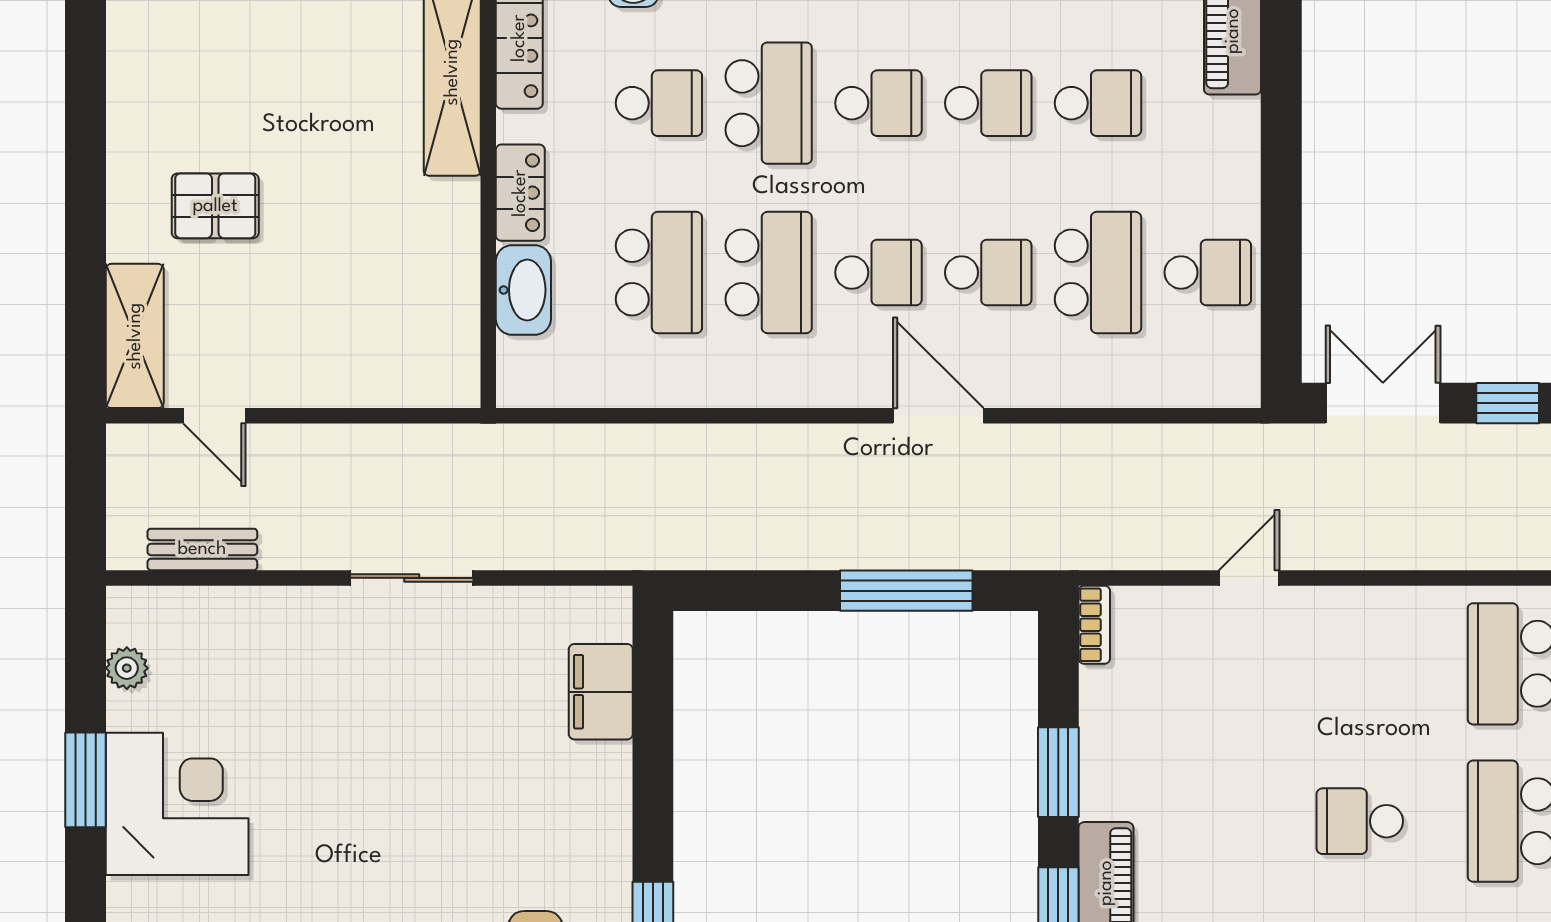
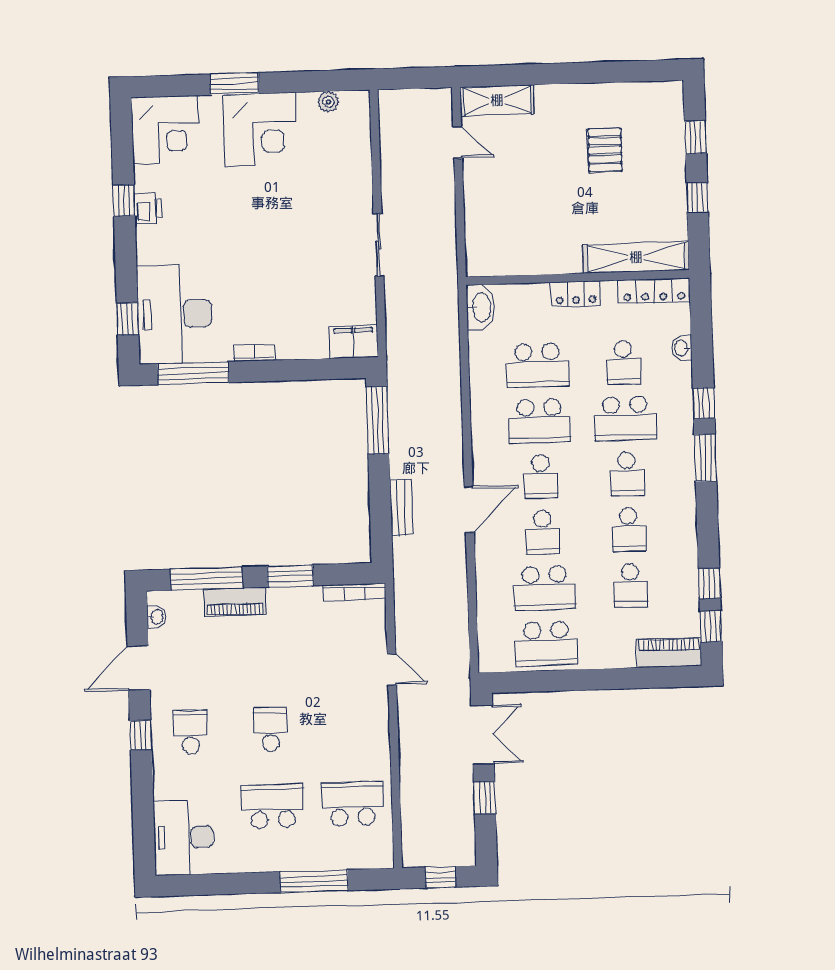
pallet: (215, 206) -> (605, 150), moved
school desk: (1208, 272) -> (546, 644), width x1.85
washbasin: (523, 290) -> (481, 307), moved, turned -90
door: (214, 416) -> (458, 142), swing flipped
bench: (202, 549) -> (401, 508), moved
window: (906, 591) -> (378, 420), moved
bookcase: (1094, 625) -> (355, 592), width x1.56
filing cabinet: (601, 692) -> (353, 342), moved
window: (85, 780) -> (234, 84), moved
bookcase: (617, 830) -> (254, 353), added

